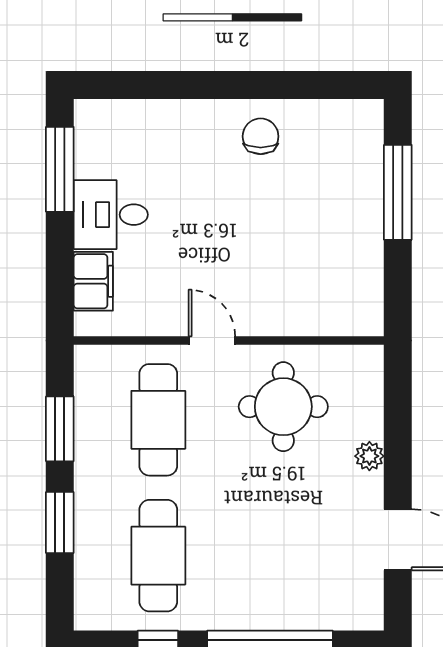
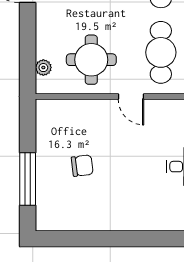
chair: (261, 136) -> (82, 166), moved, turned -97
plant: (369, 456) -> (43, 68), moved

